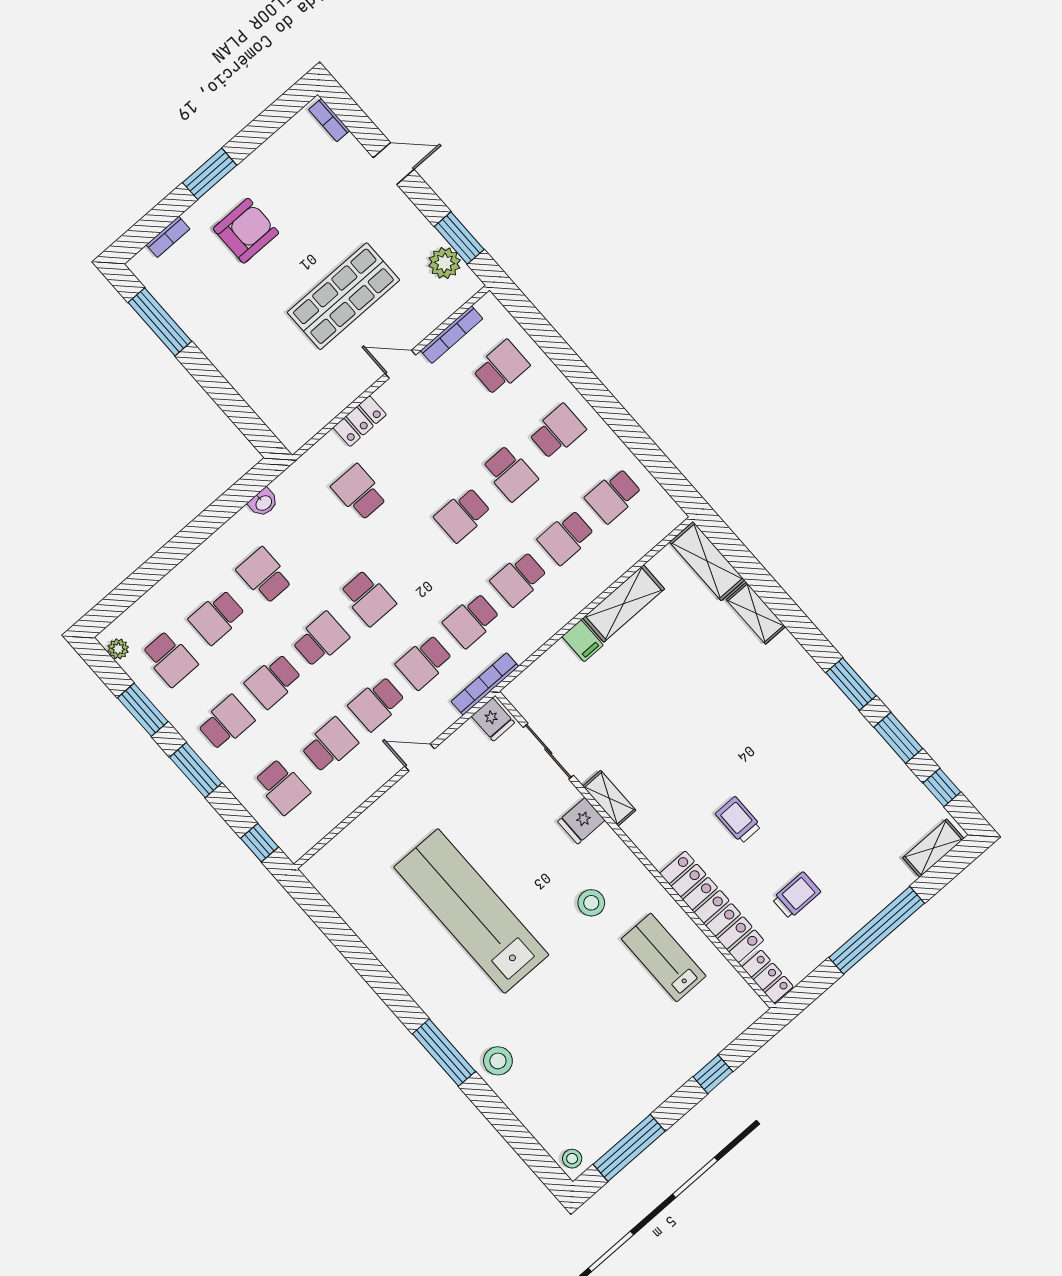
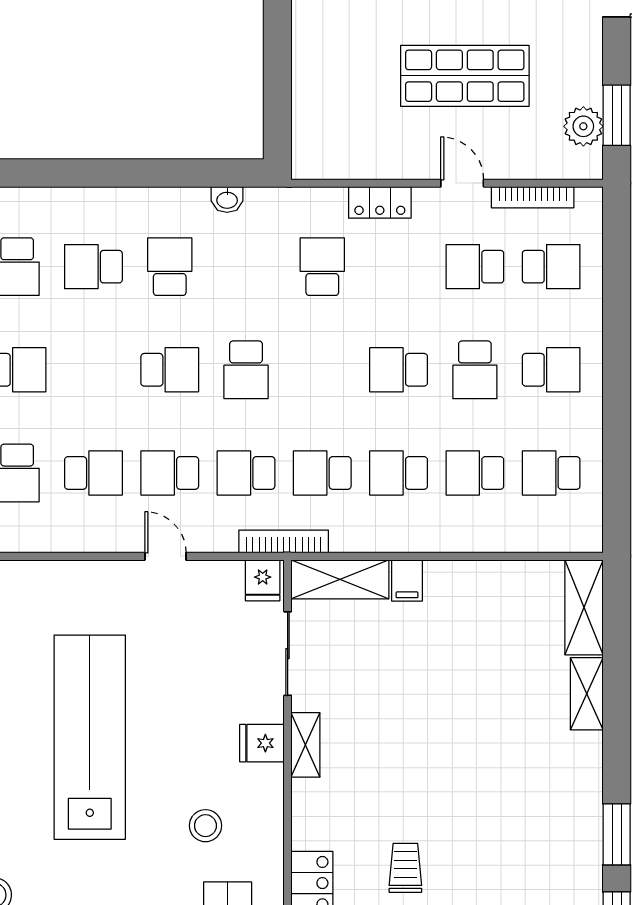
shelving: (624, 604) -> (340, 579), moved
school desk: (273, 681) -> (475, 267), moved

